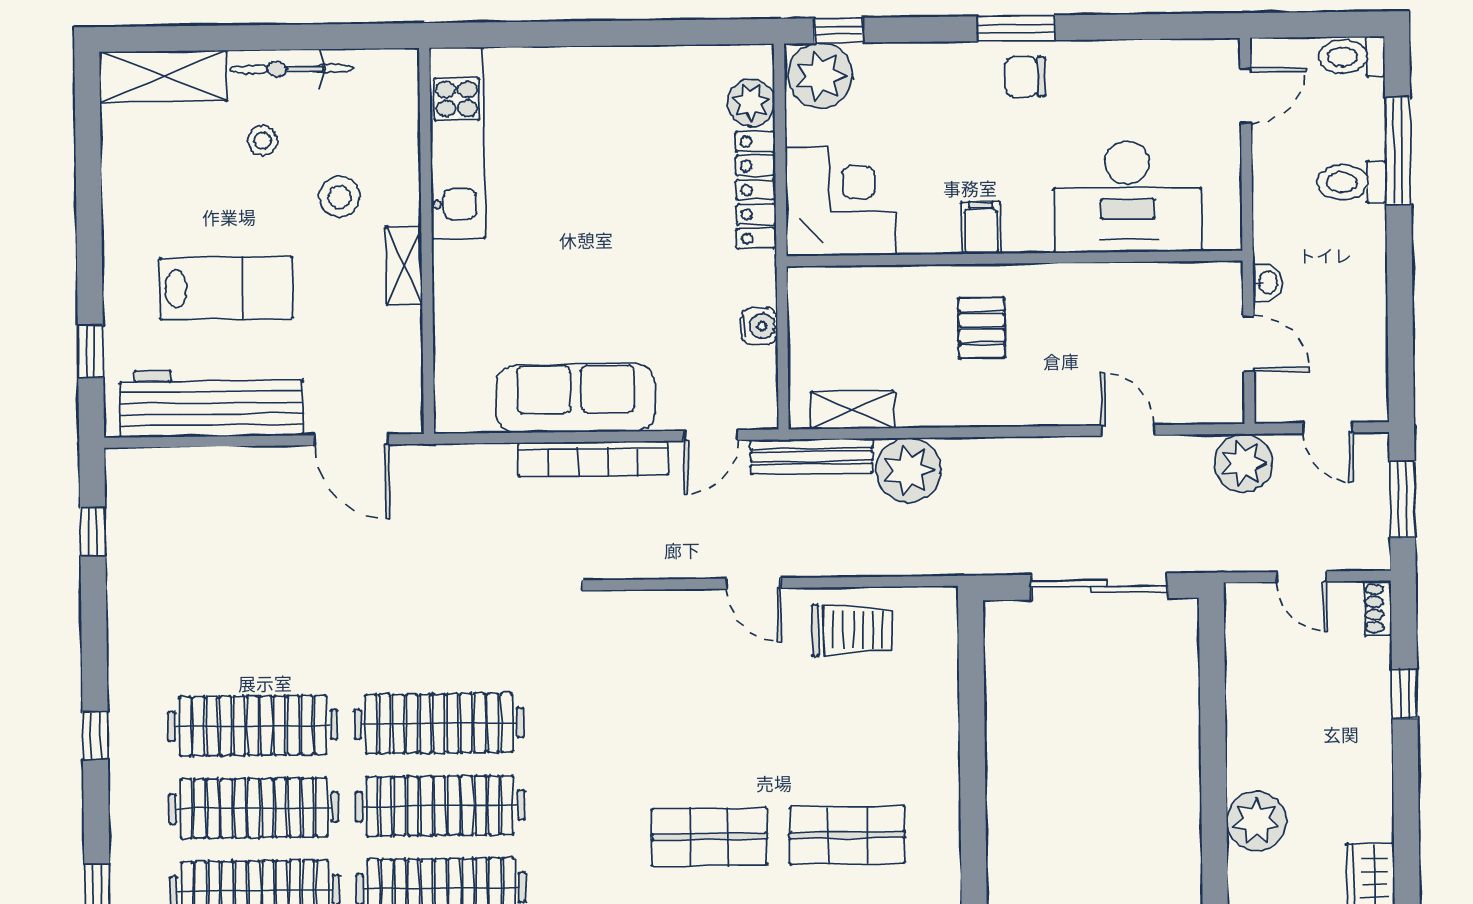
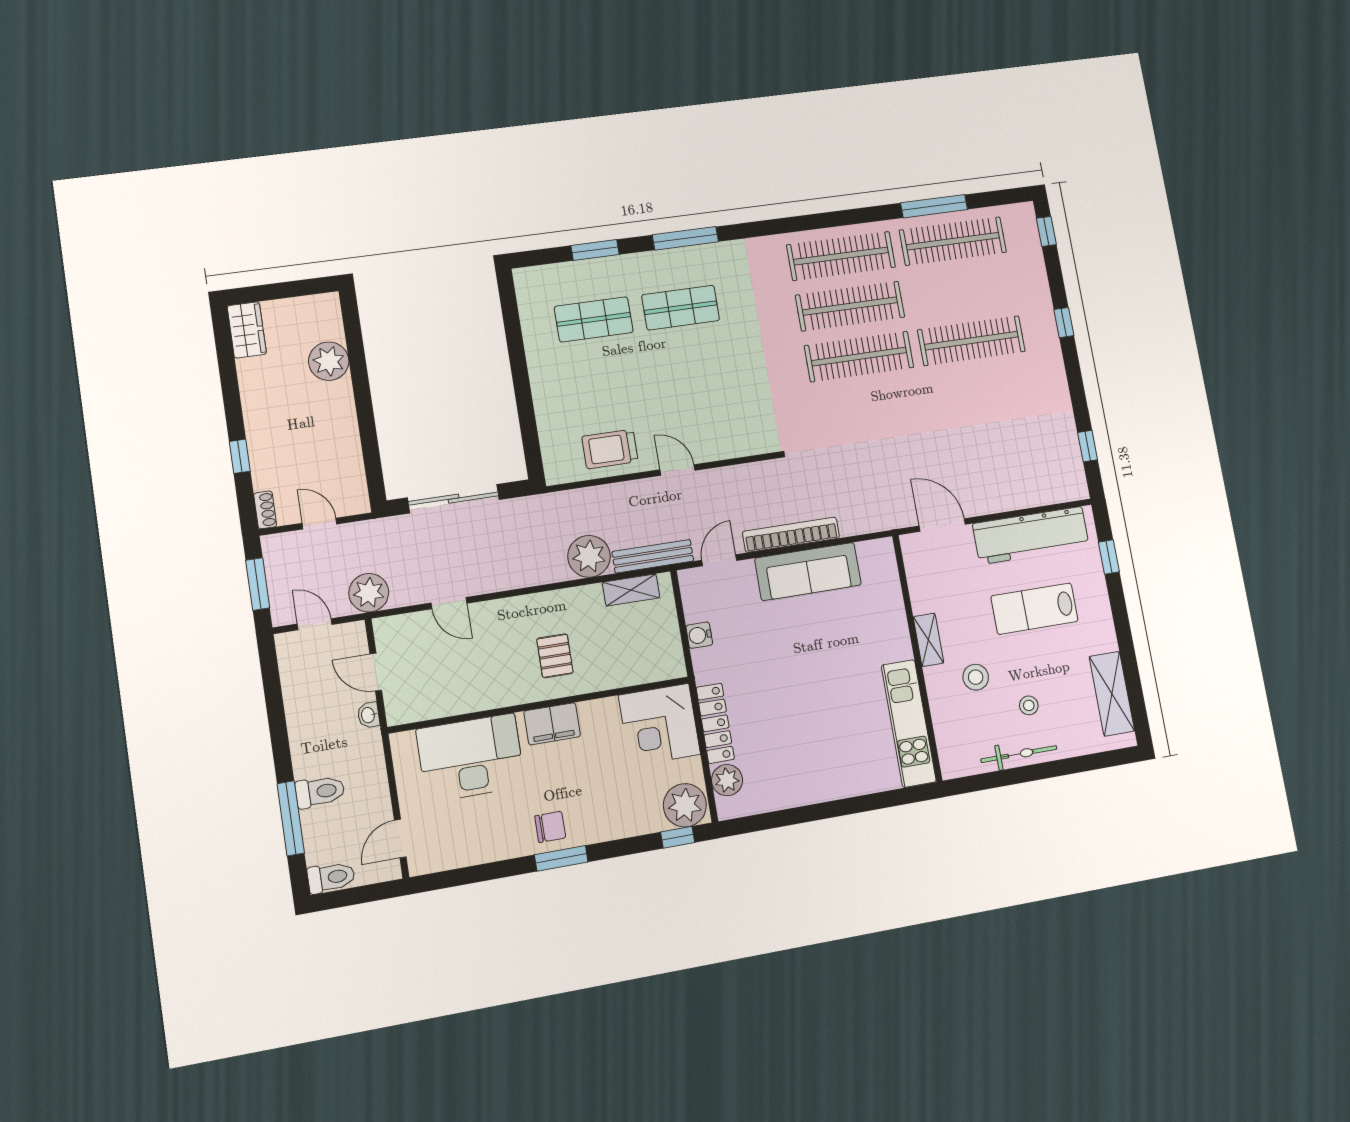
shelving: (163, 76) -> (1112, 694), moved, turned 90
filing cabinet: (981, 228) -> (552, 724), width x2.00
clothes rail: (254, 808) -> (962, 291), removed

